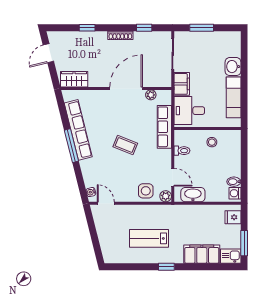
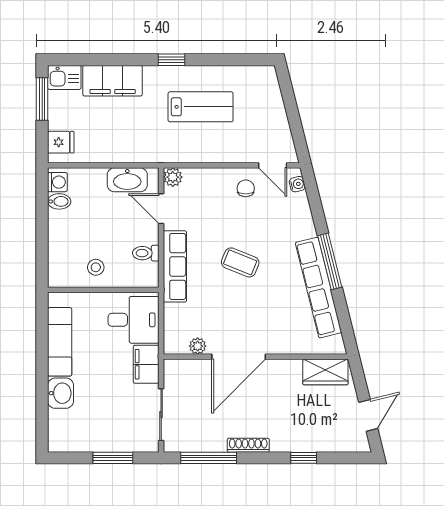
window: (144, 28) -> (209, 458), width x2.17
row of seats: (164, 127) -> (175, 266), moved
chair: (122, 189) -> (246, 188), added
side table: (146, 191) -> (206, 186), removed

